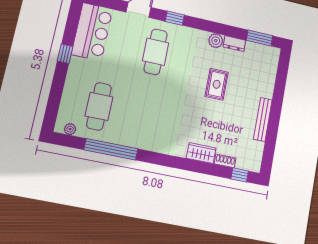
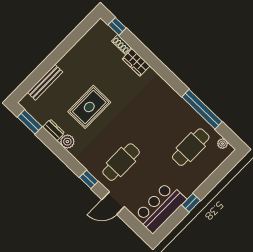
rug: (217, 84) -> (89, 107), width x1.36, depth x1.43
bench: (263, 119) -> (45, 82), moved

